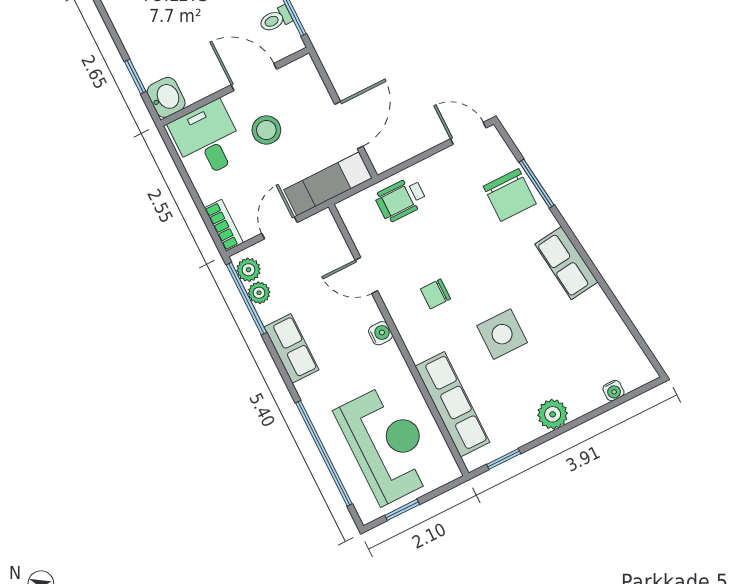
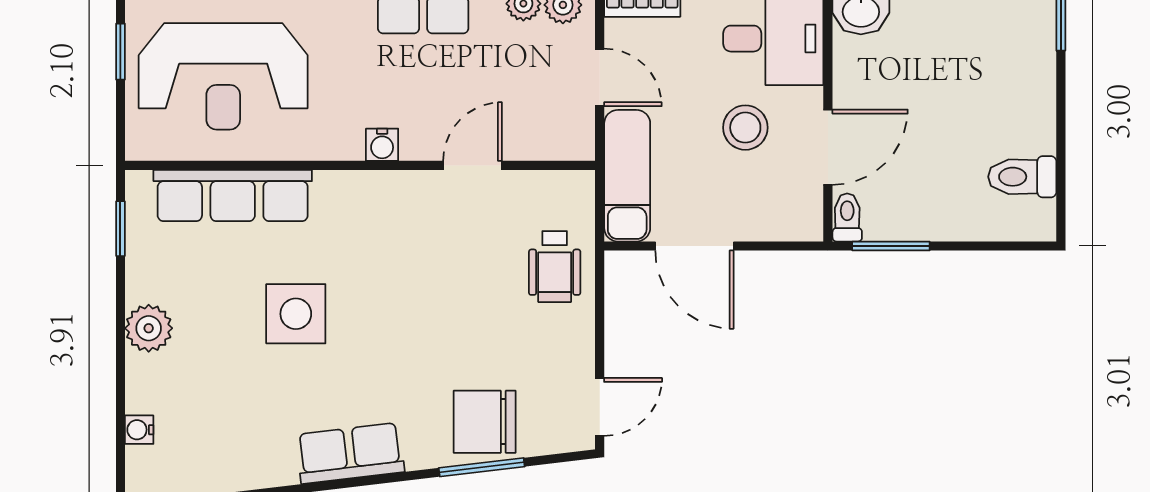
toilet: (275, 19) -> (847, 217), moved
wheelchair: (401, 199) -> (555, 267), turned 180
chair: (436, 294) -> (399, 249), removed

